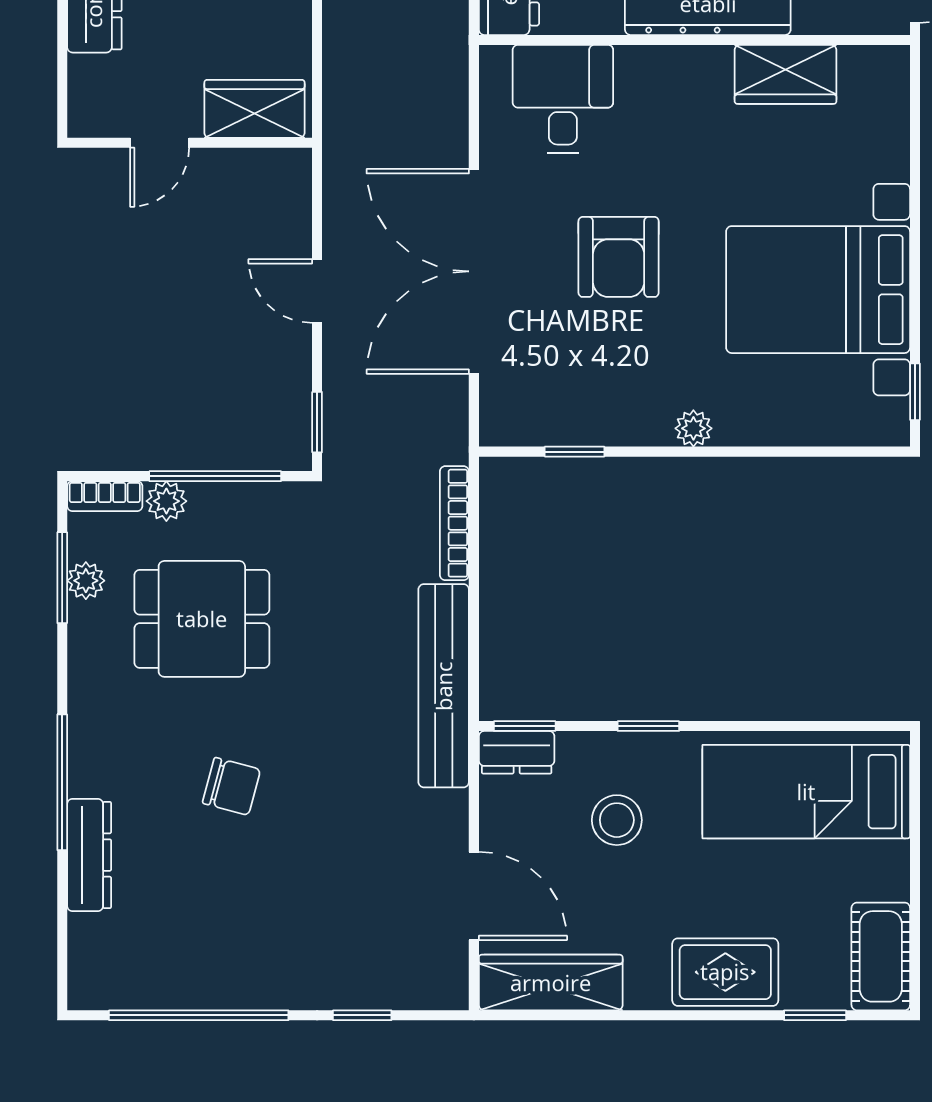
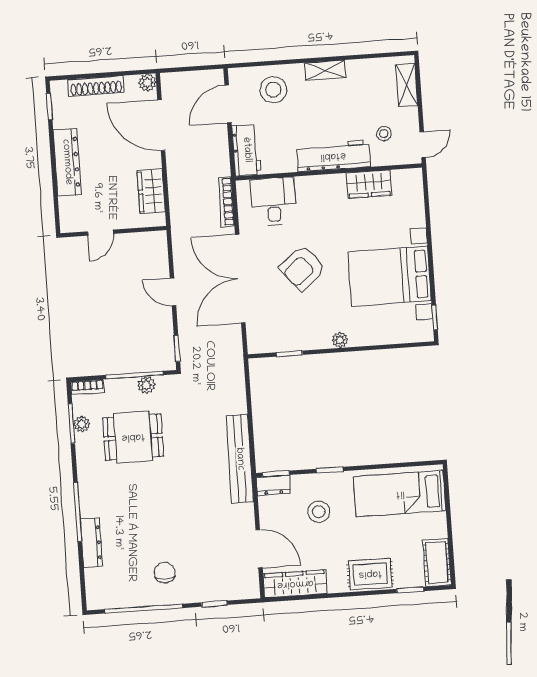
wardrobe: (254, 109) -> (151, 191), moved, turned -90
armchair: (619, 257) -> (302, 268), turned 50
plant: (166, 501) -> (146, 385), moved
bookcase: (454, 523) -> (226, 202), moved
chair: (231, 786) -> (165, 573), moved, turned -105

